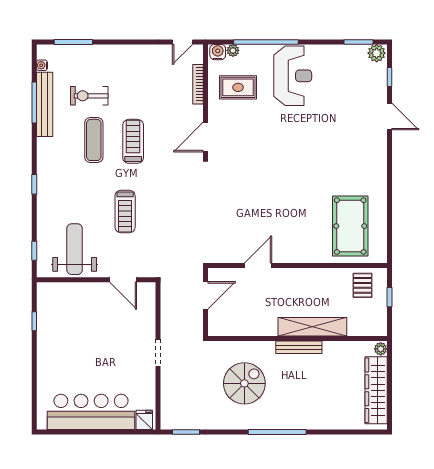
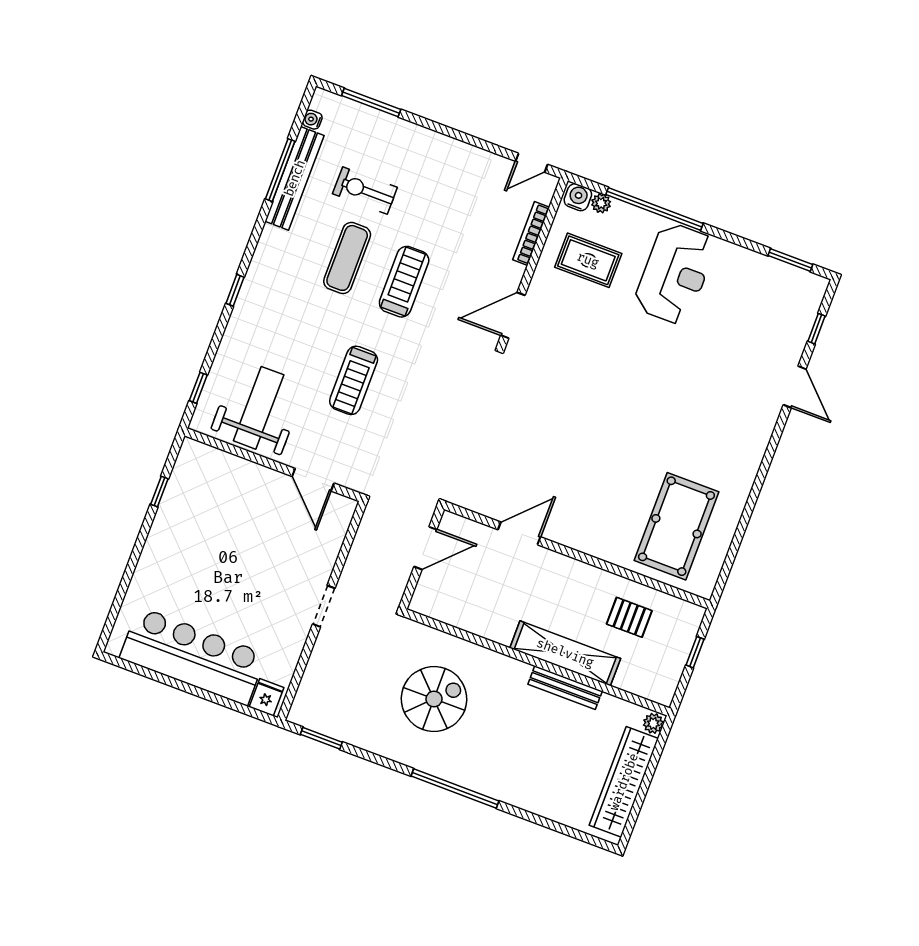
plant: (377, 53) -> (811, 287), removed
pallet: (362, 285) -> (629, 617), moved, turned 90
bench: (299, 347) -> (565, 688), moved

